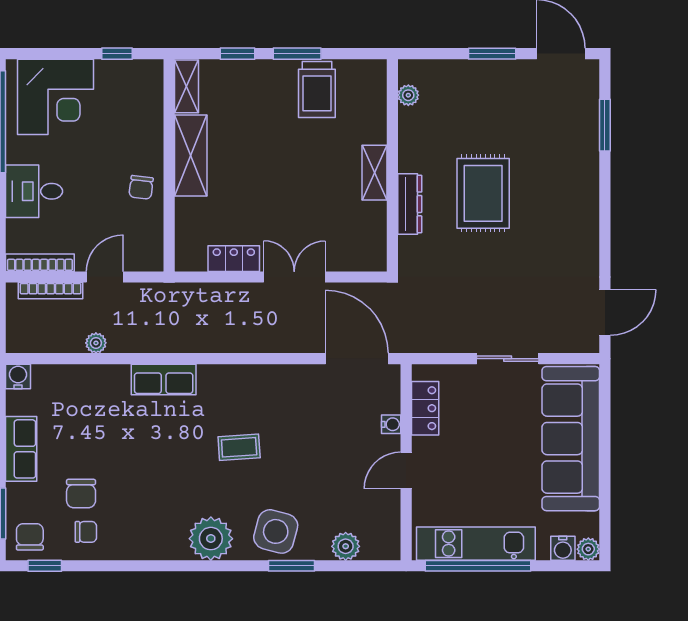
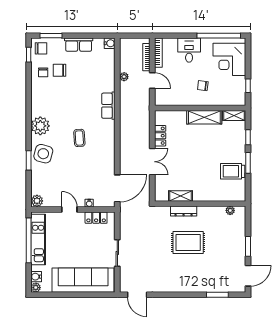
shelving: (375, 173) -> (181, 196), moved
chair: (141, 187) -> (203, 86), moved
plant: (346, 546) -> (37, 201), moved

